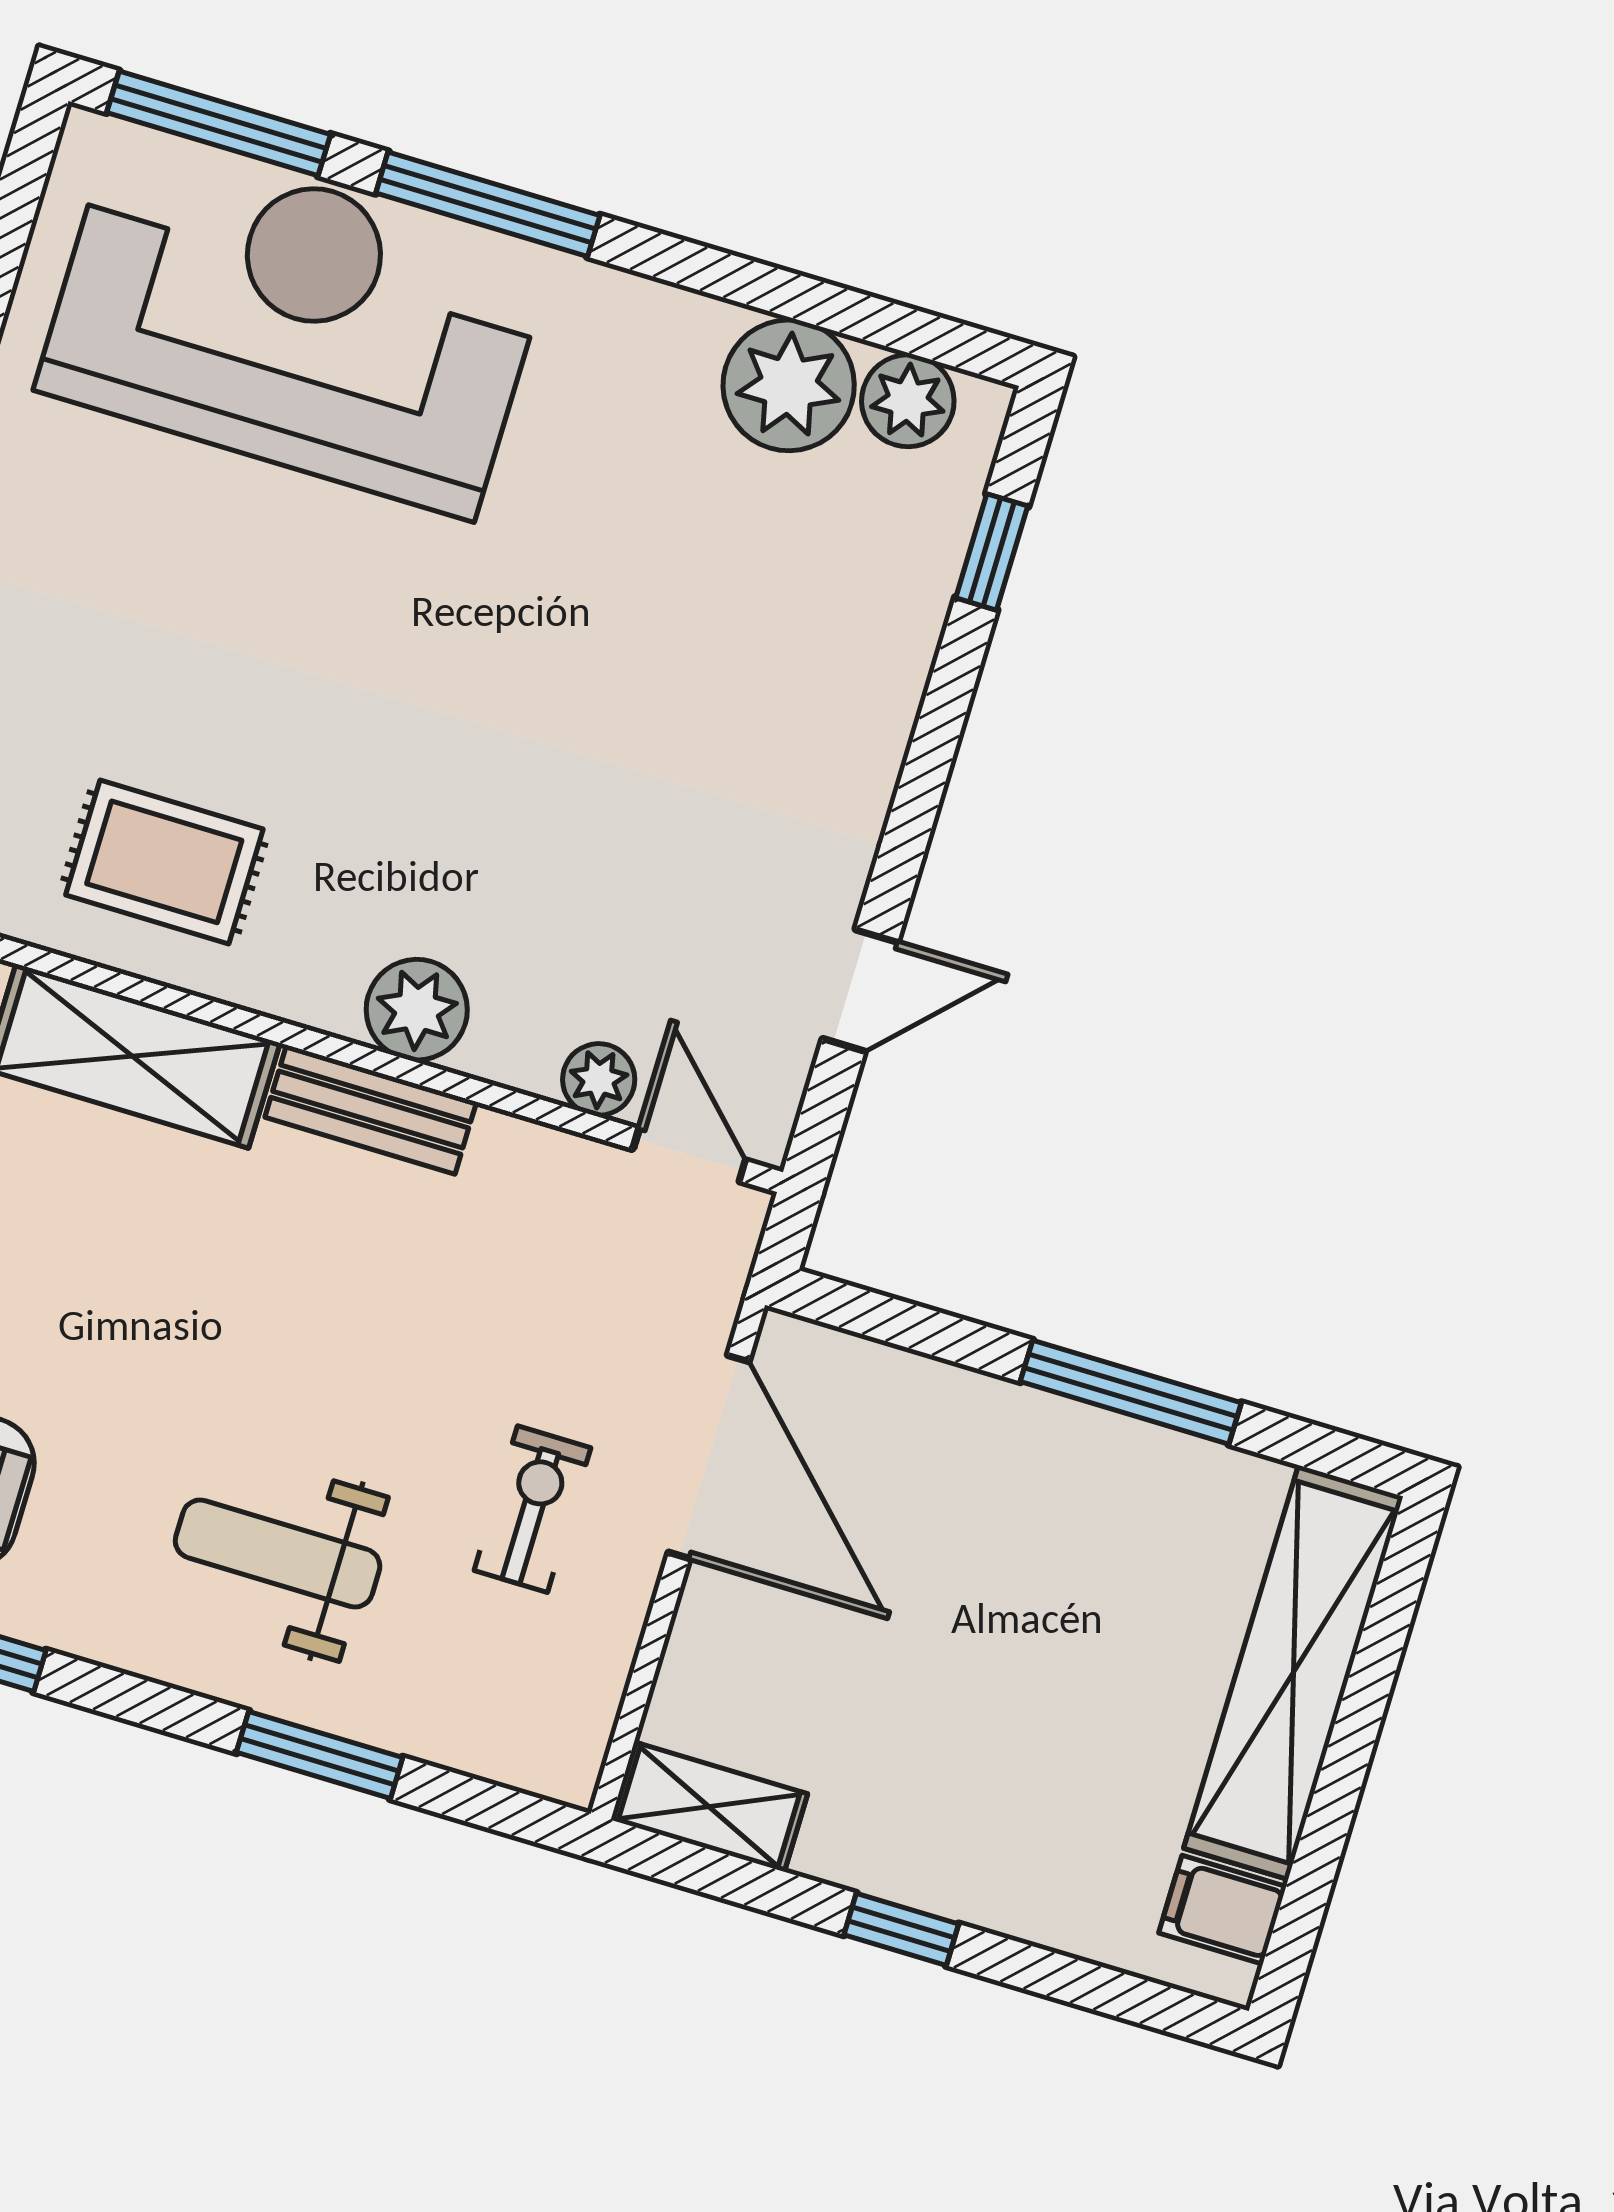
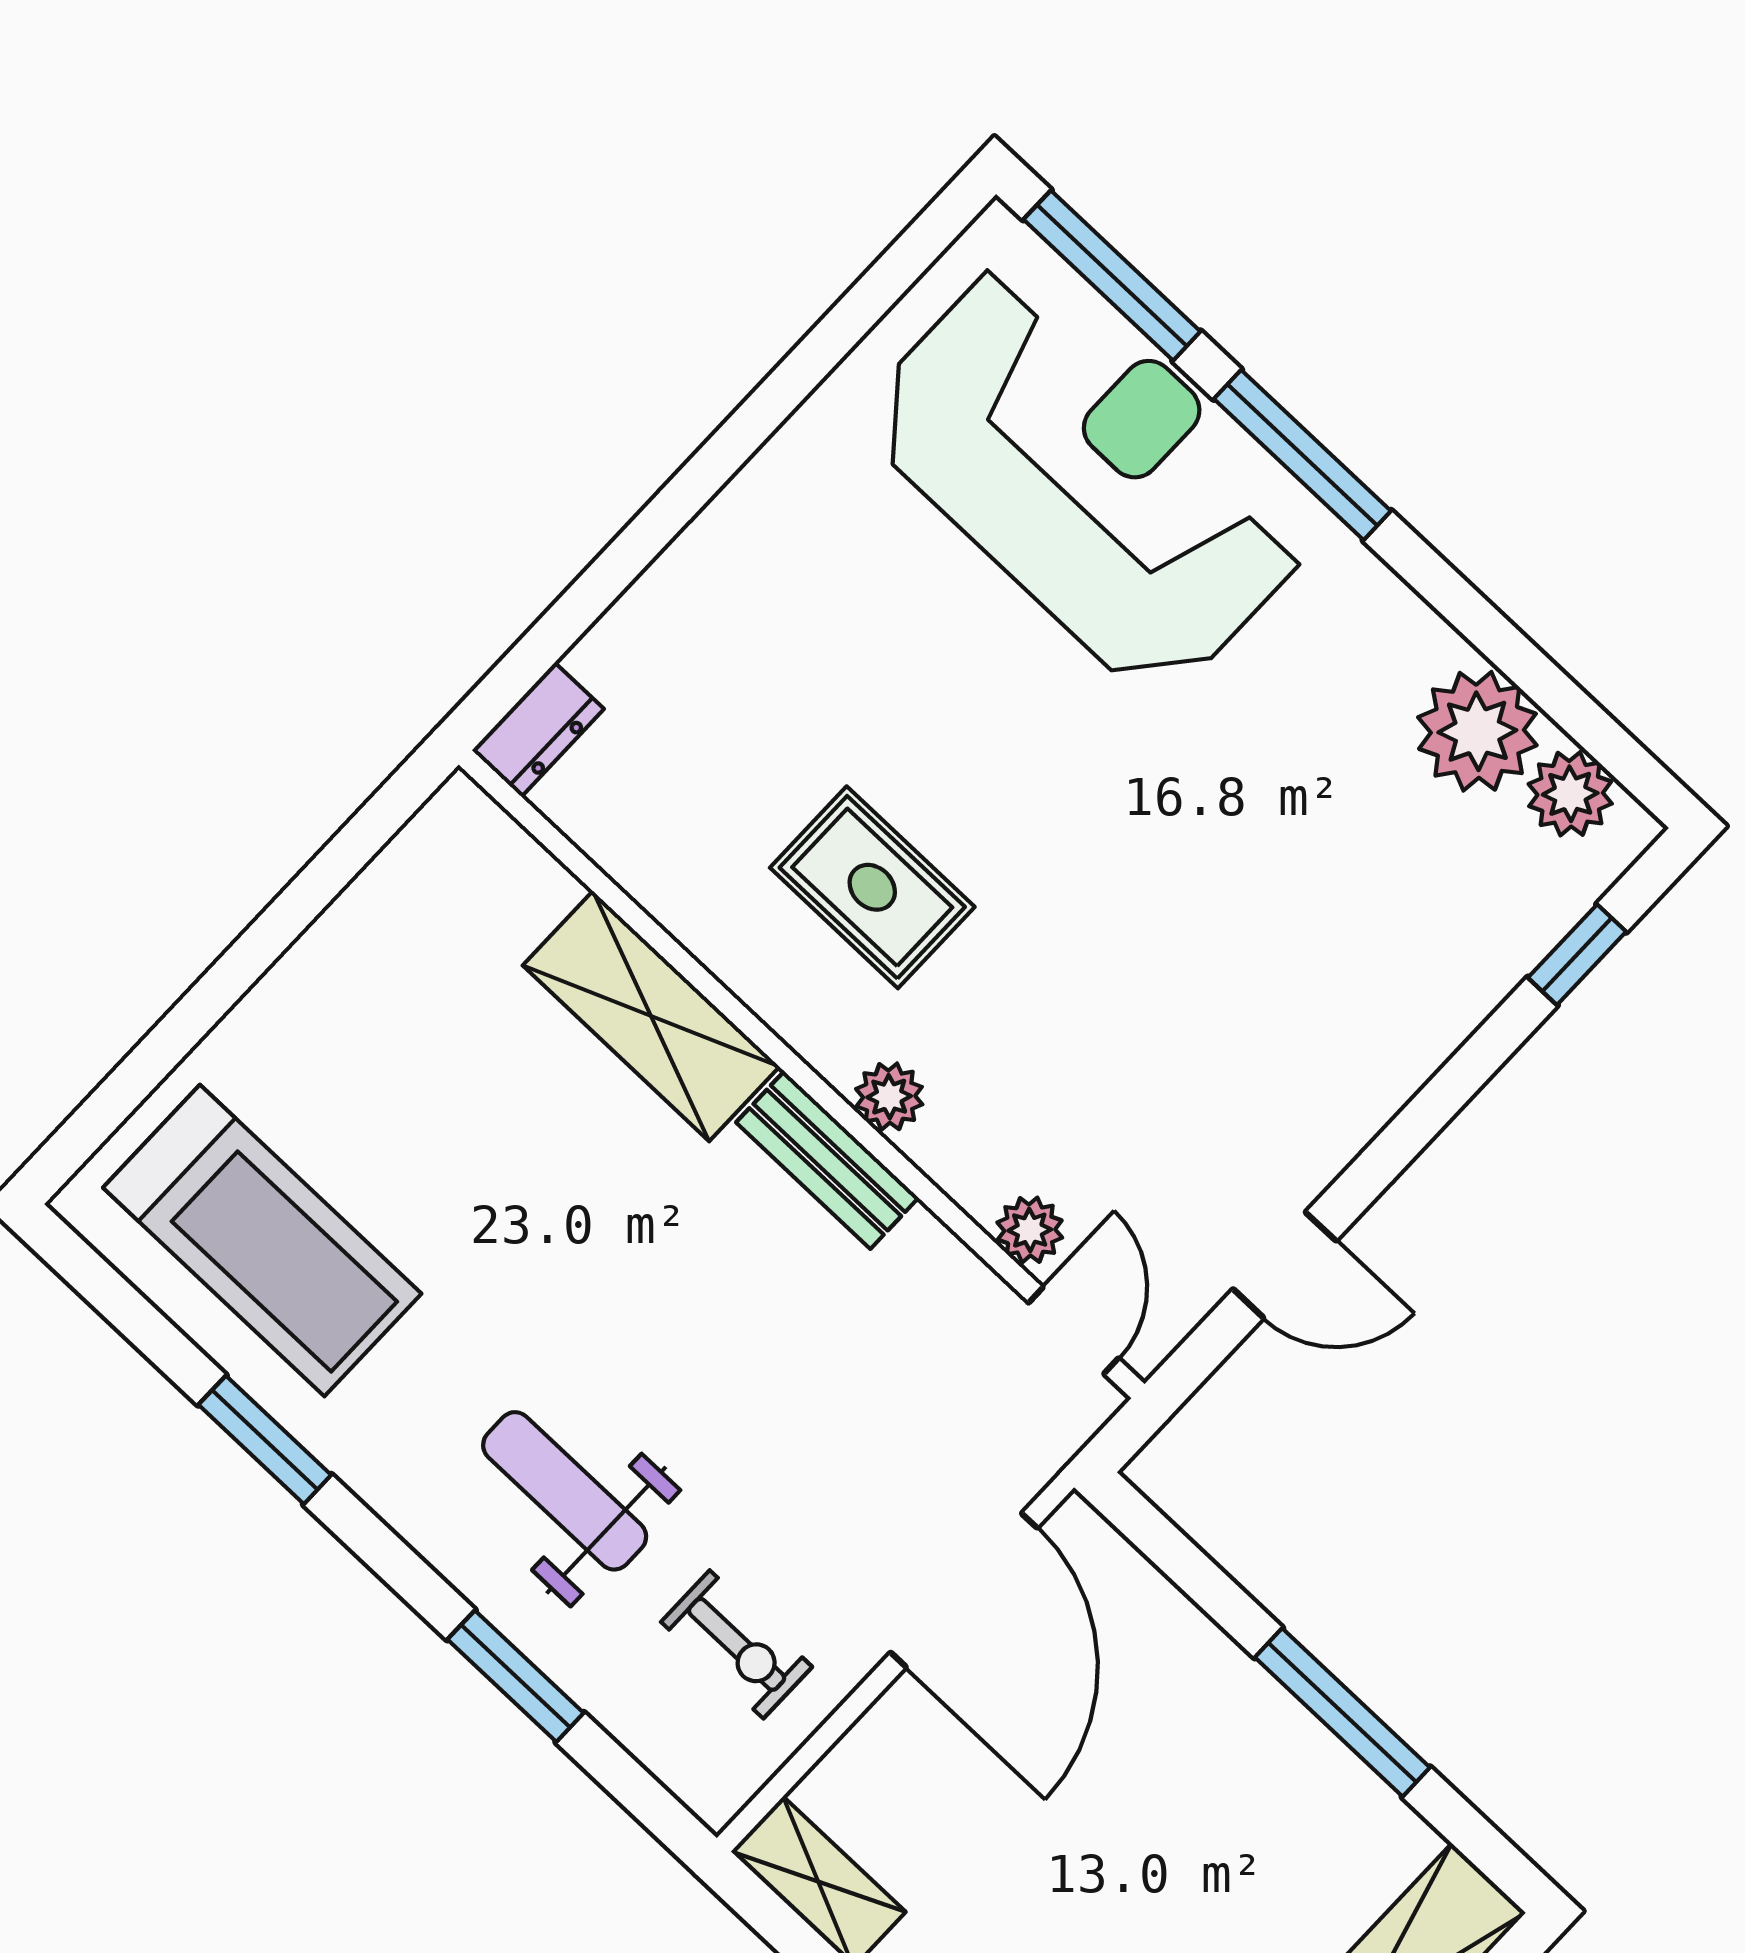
rug: (164, 862) -> (872, 887), moved
plant: (417, 1010) -> (889, 1097), width x0.73, depth x0.73
exercise bike: (532, 1509) -> (737, 1644), moved, turned 90

